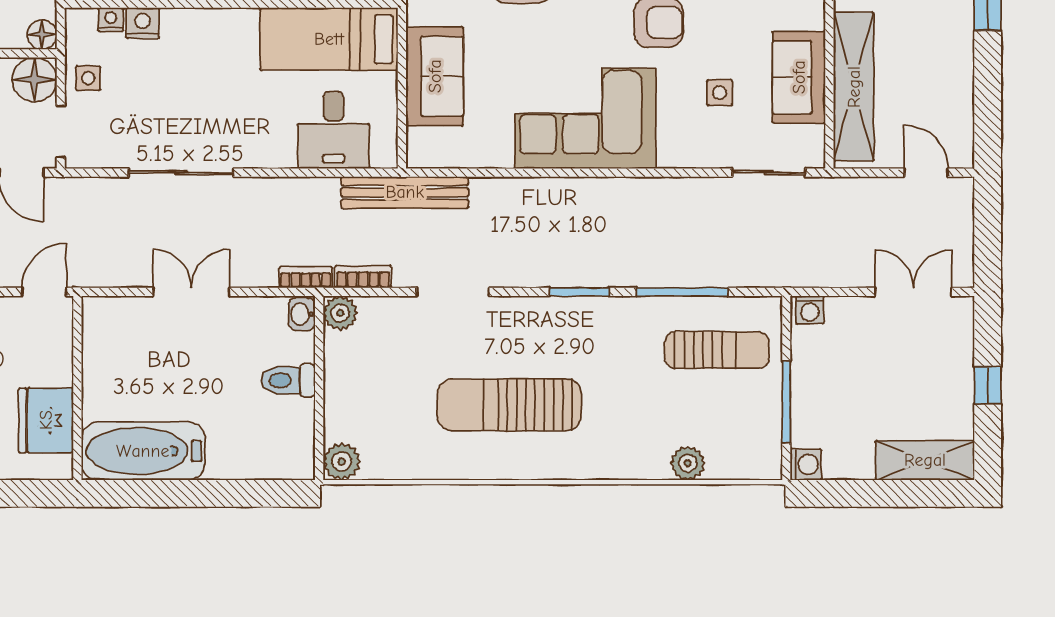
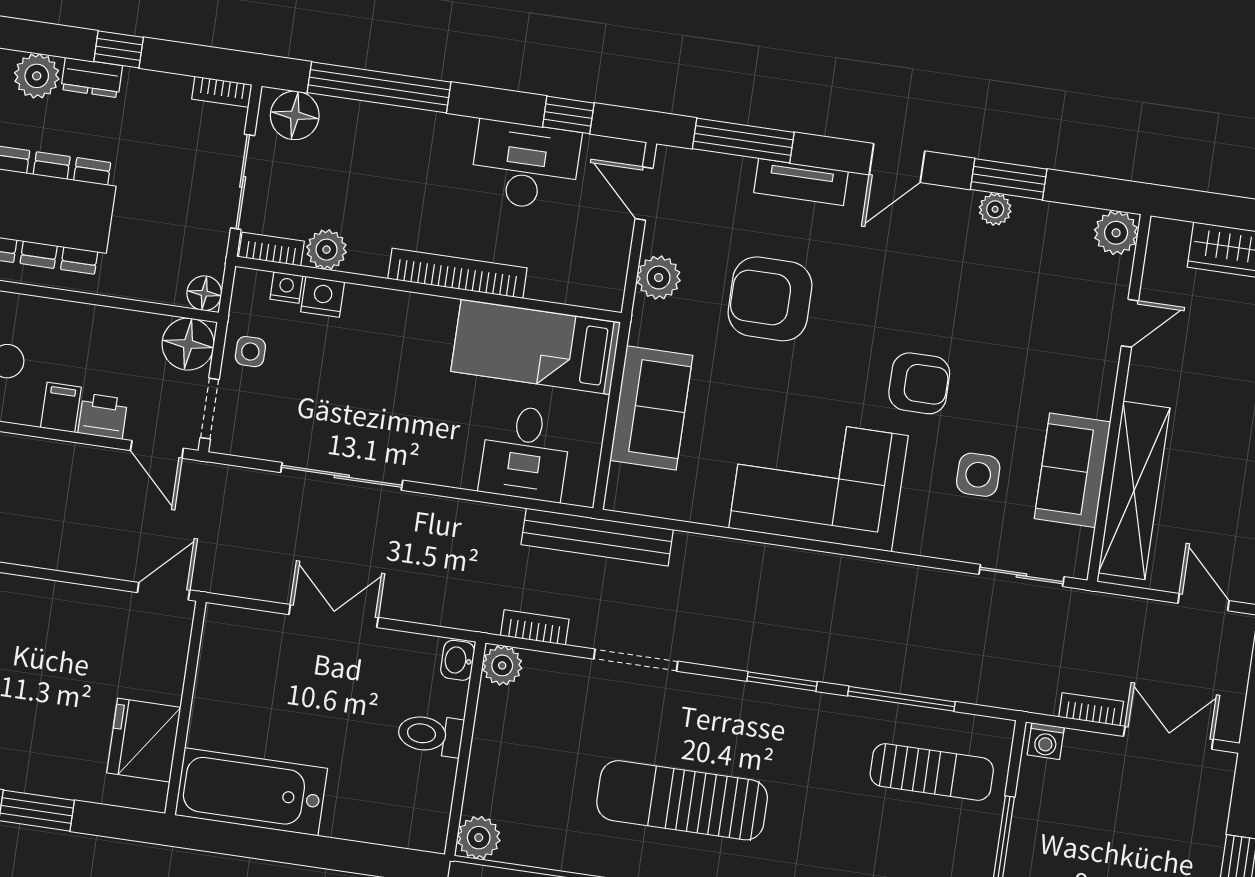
side table: (720, 93) -> (978, 475), width x1.37, depth x1.37
bookcase: (306, 277) -> (1091, 709), moved

